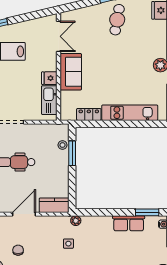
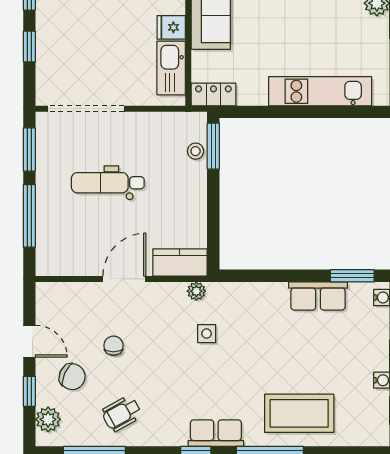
locker: (89, 114) -> (213, 94), moved
window: (72, 153) -> (213, 146), moved
plant: (76, 221) -> (196, 291), moved

